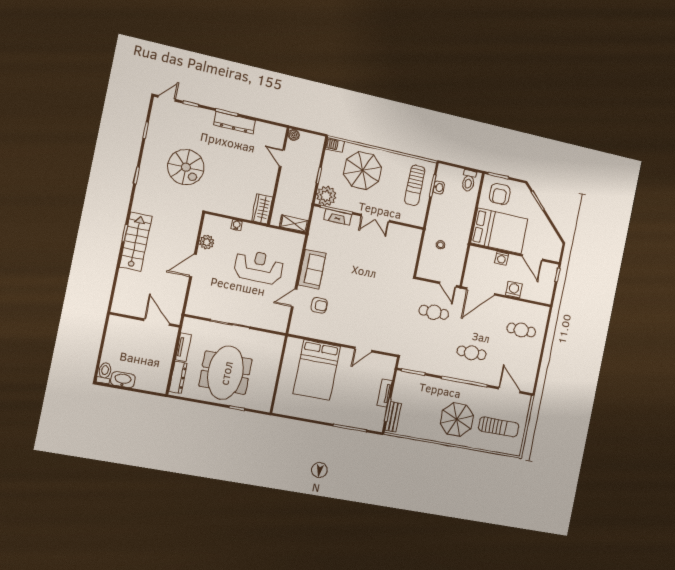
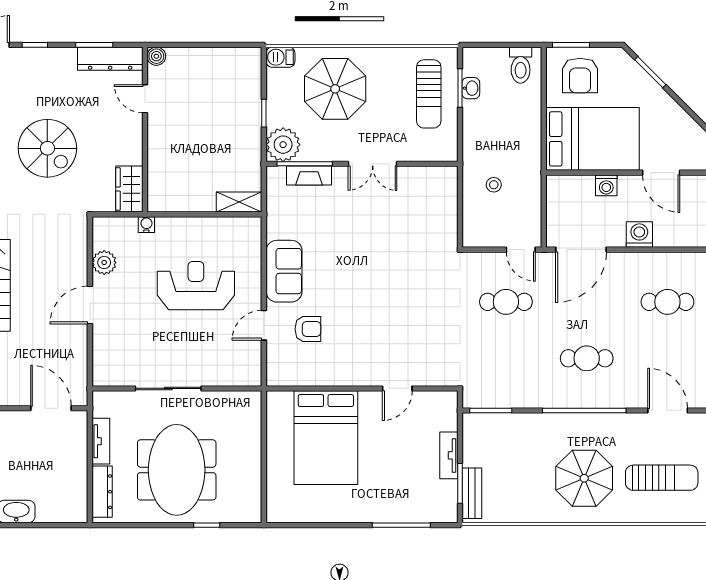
boiler: (294, 135) -> (156, 56), moved
door: (282, 158) -> (145, 99), moved
wall: (278, 176) -> (145, 130), moved
wardrobe: (262, 209) -> (129, 189), moved

